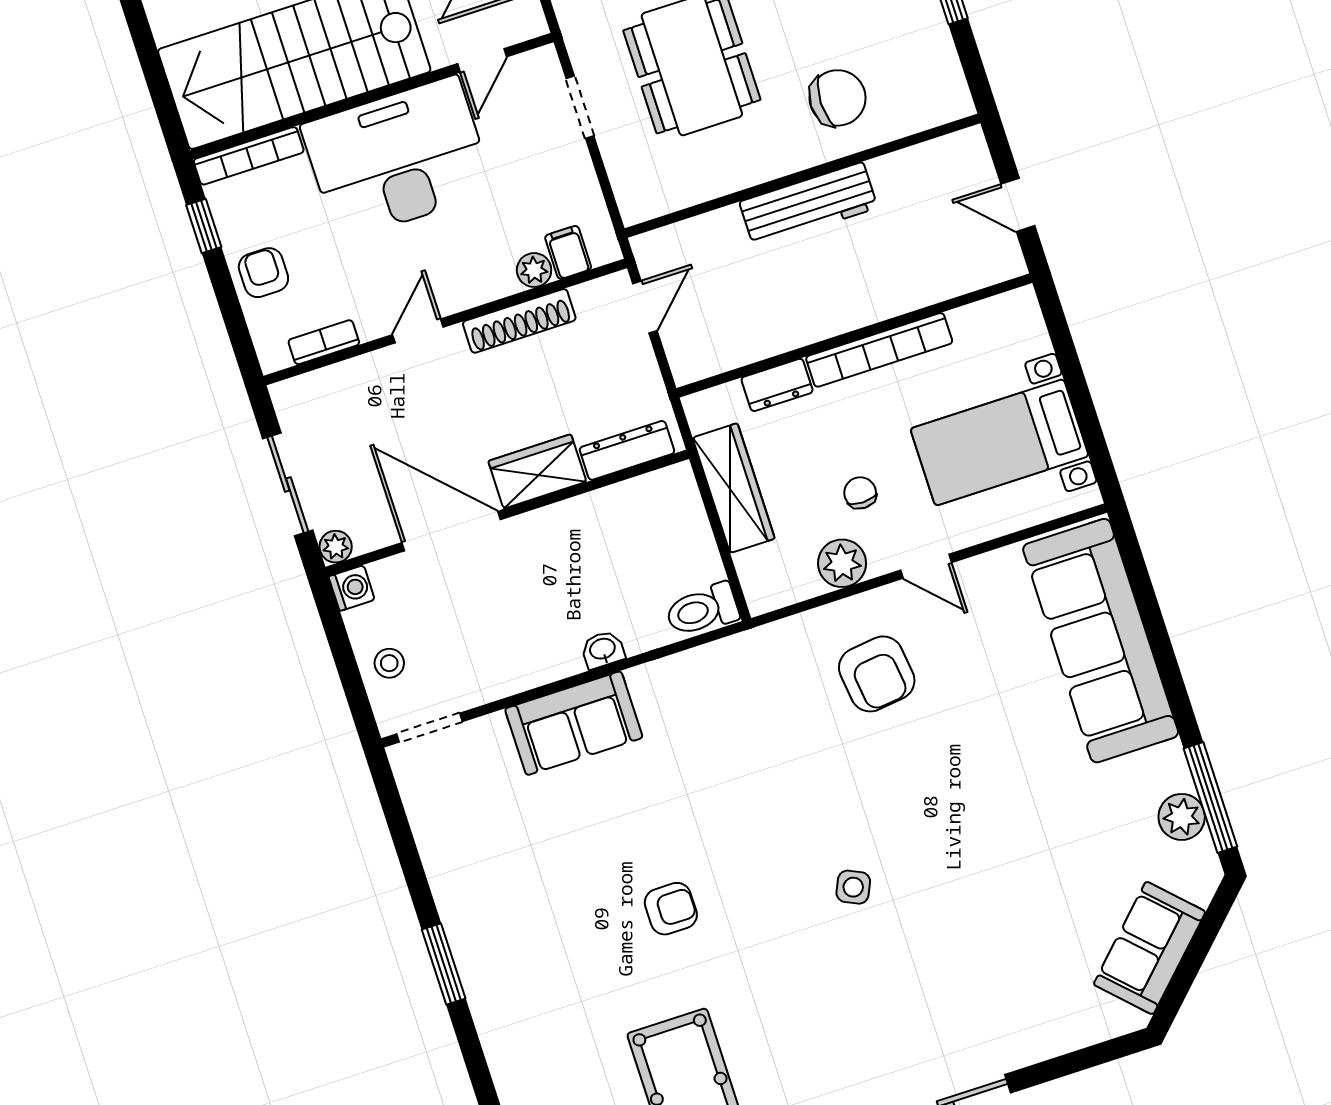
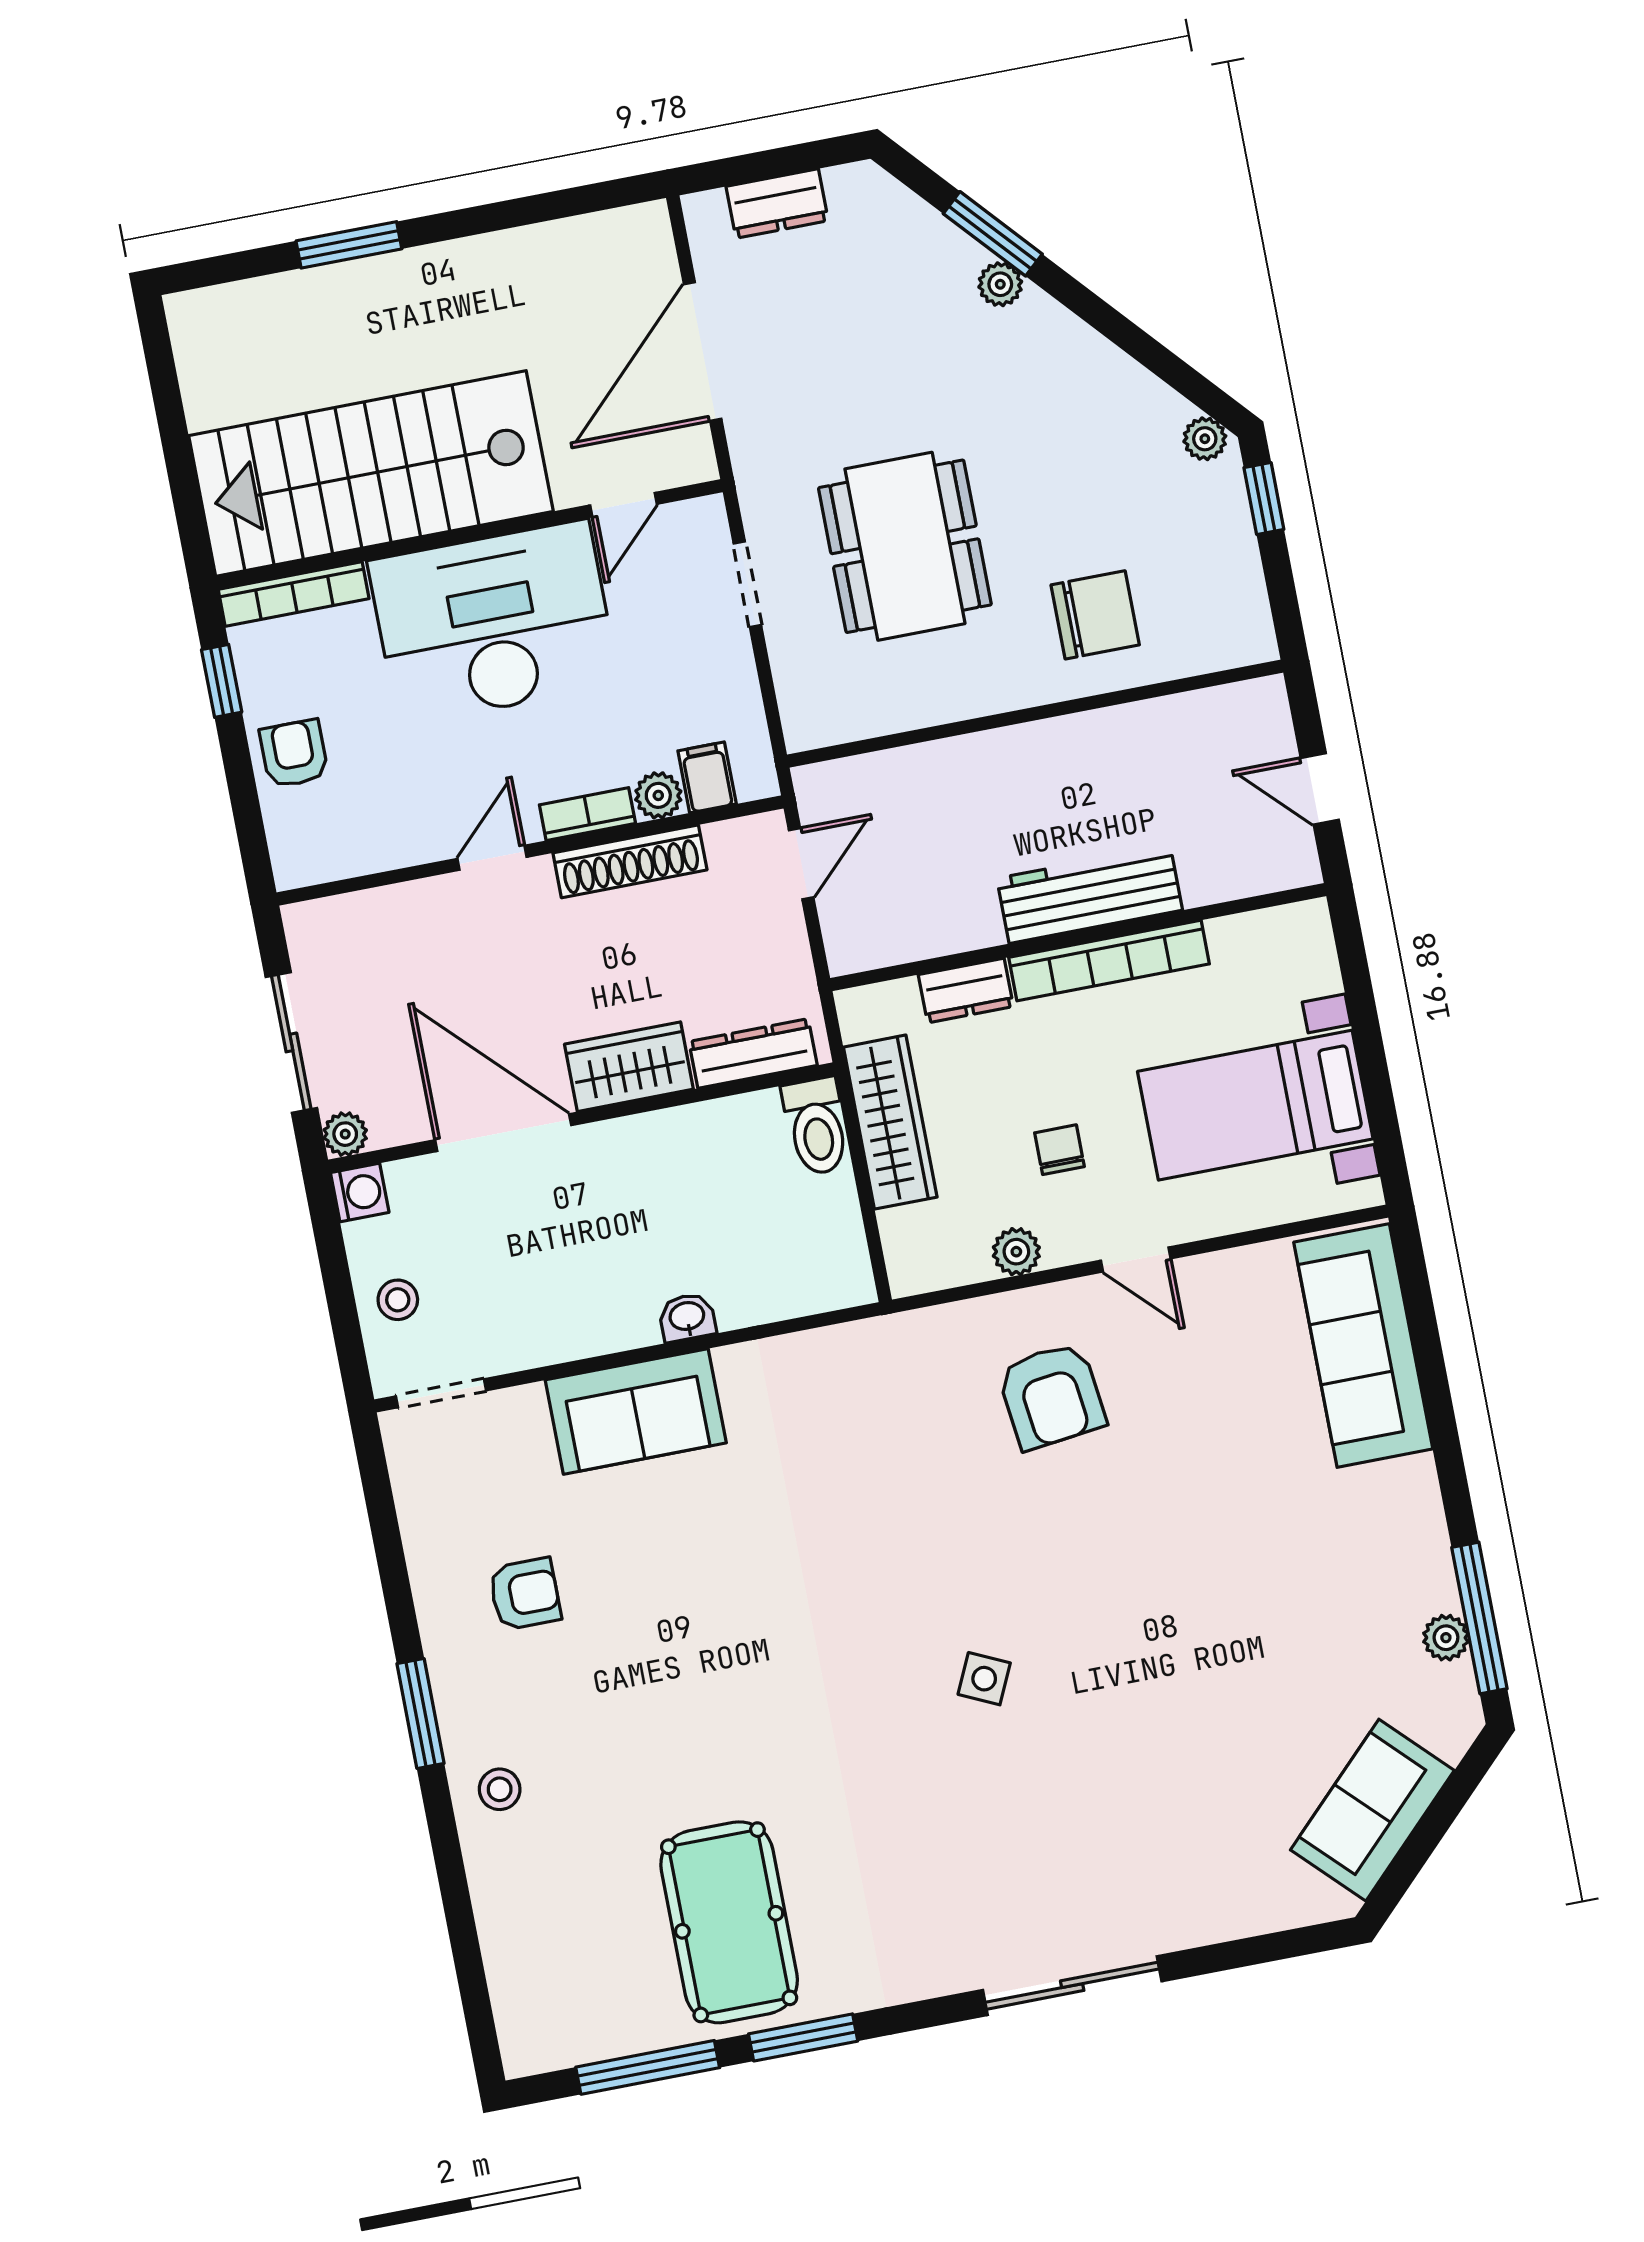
workbench: (808, 205) -> (1090, 894), moved, turned 180
bookcase: (324, 342) -> (587, 814), moved
plant: (842, 563) -> (1016, 1252), width x0.73, depth x0.73
toilet: (702, 610) -> (816, 1126), moved, turned -90
sofa: (1101, 641) -> (1363, 1346), width x0.74, depth x0.79
plant: (1182, 817) -> (1446, 1638), width x0.73, depth x0.73
armchair: (671, 909) -> (525, 1594), moved
stool: (509, 1012) -> (500, 1789), added

